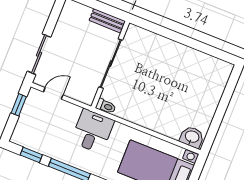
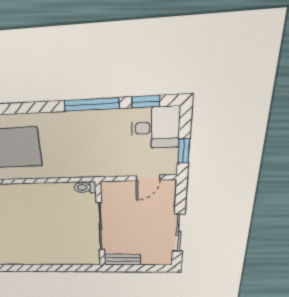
sliding door: (39, 54) -> (179, 233), moved
desk: (92, 131) -> (155, 128), moved, turned -90

